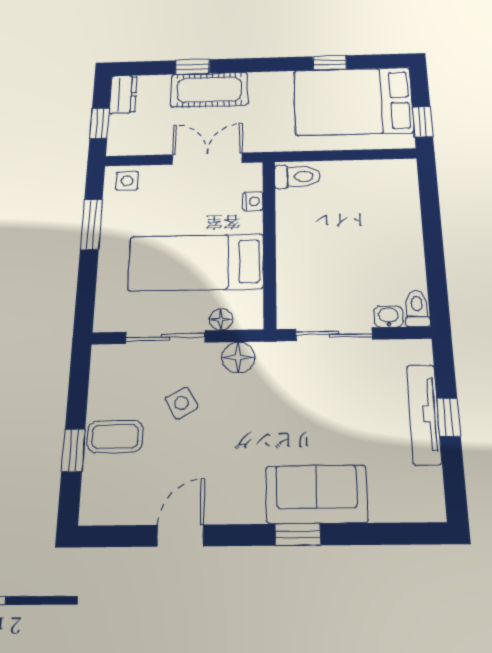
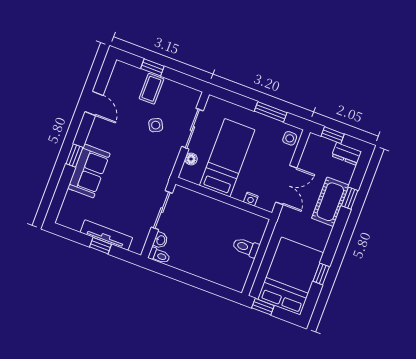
toilet: (297, 177) -> (246, 247), moved, turned 90
floor lamp: (238, 357) -> (168, 160), removed

